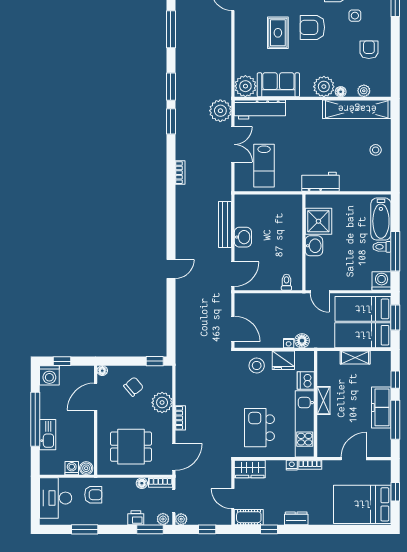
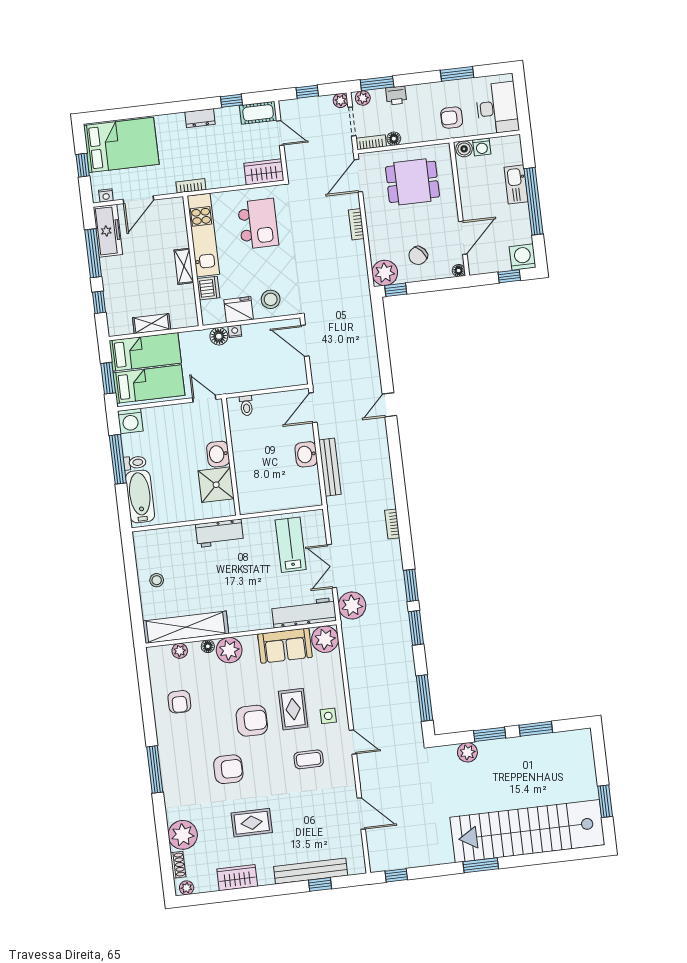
side table: (355, 16) -> (328, 716), moved
plant: (162, 403) -> (385, 273), moved
freezer: (381, 407) -> (108, 231), moved
nightstand: (292, 465) -> (106, 196), moved

